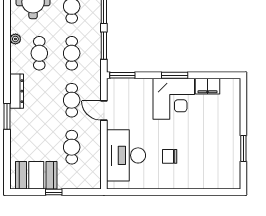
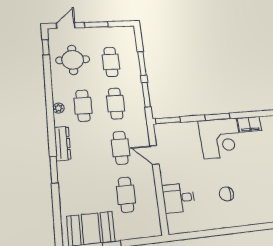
plant: (15, 39) -> (58, 108), moved
desk: (126, 155) -> (179, 198), width x0.53, depth x0.77

